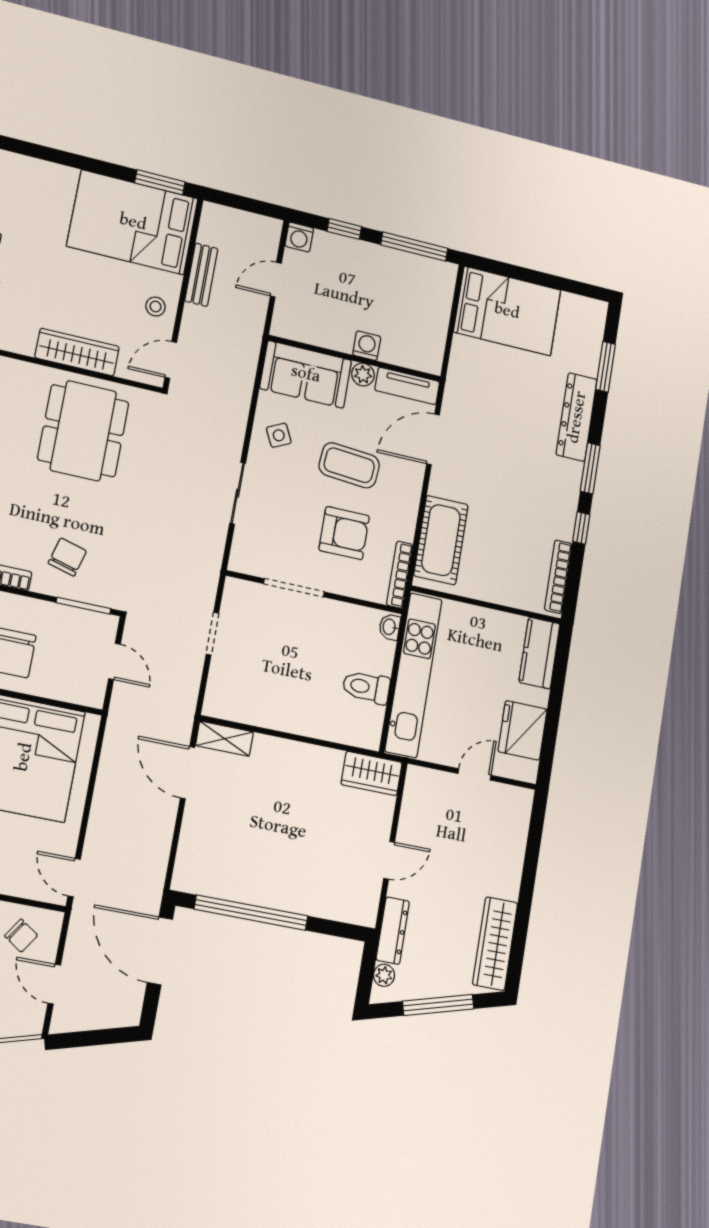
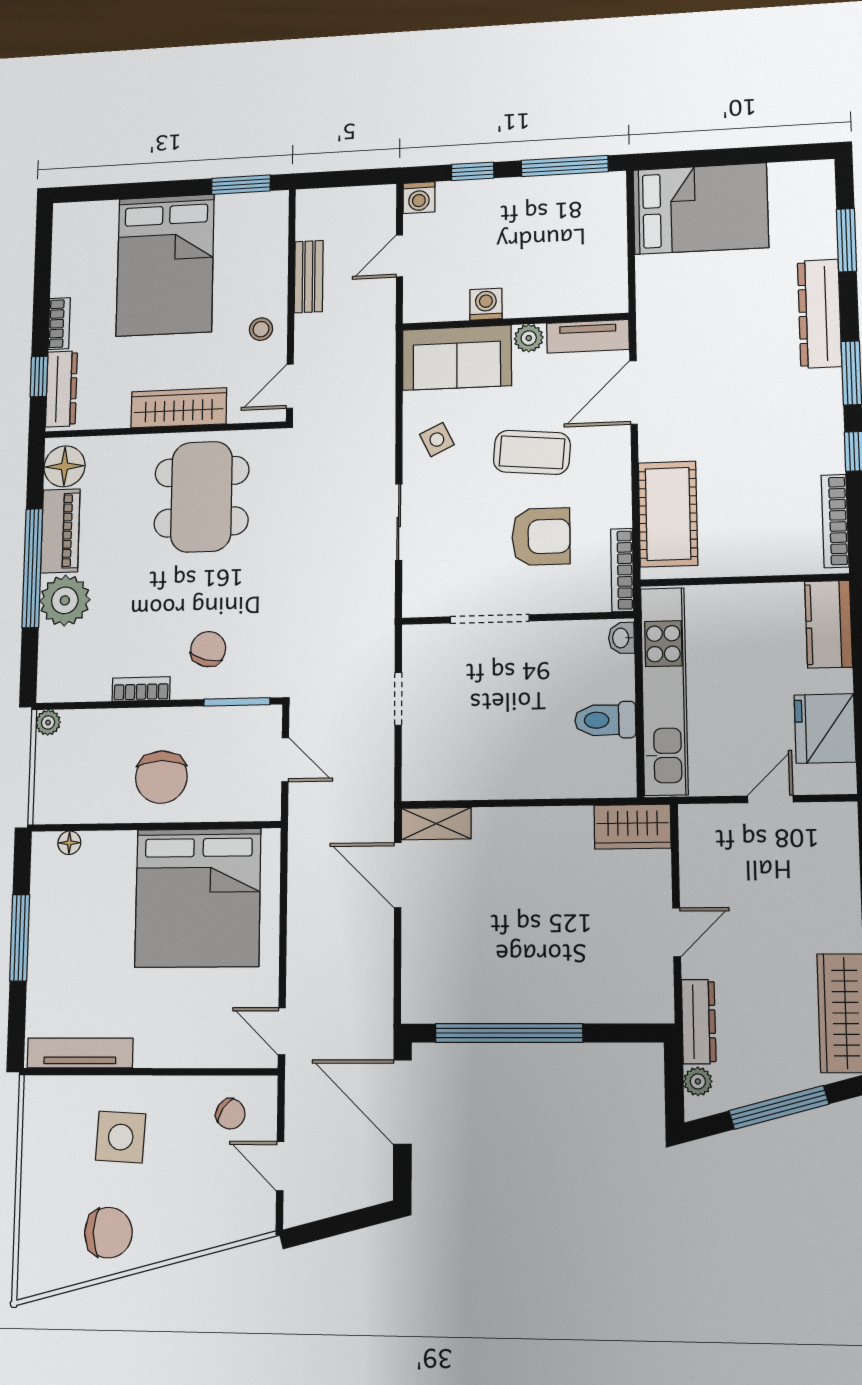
bed: (133, 222) -> (165, 265), moved, turned -90
washing machine: (367, 346) -> (486, 304), moved

